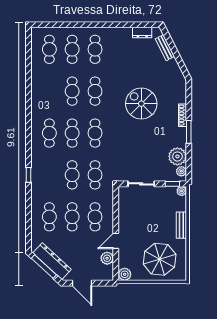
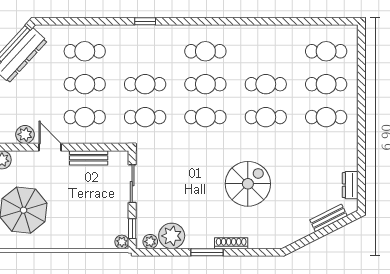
bench: (181, 225) -> (89, 158), moved

